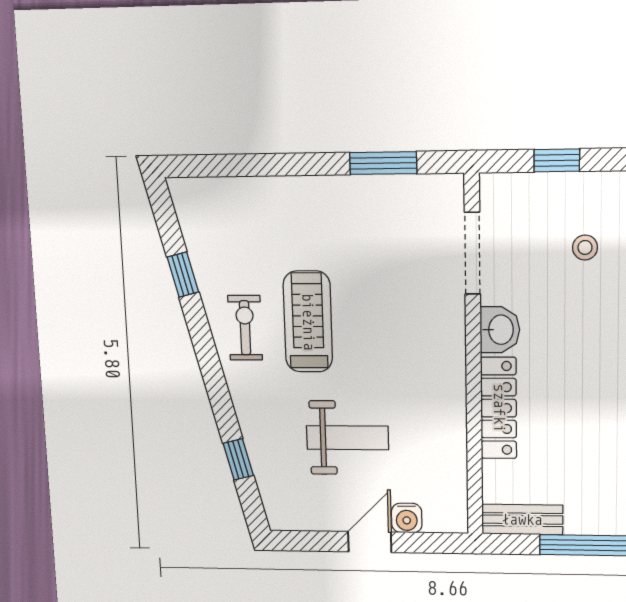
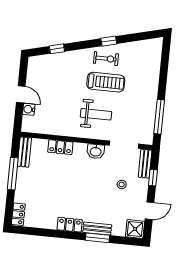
window: (383, 163) -> (159, 117), width x1.44
bench: (519, 188) -> (145, 164), added
window: (183, 275) -> (109, 41), moved
locker: (499, 408) -> (60, 147), width x0.66
weight bench: (348, 438) -> (96, 114), moved, turned -90

